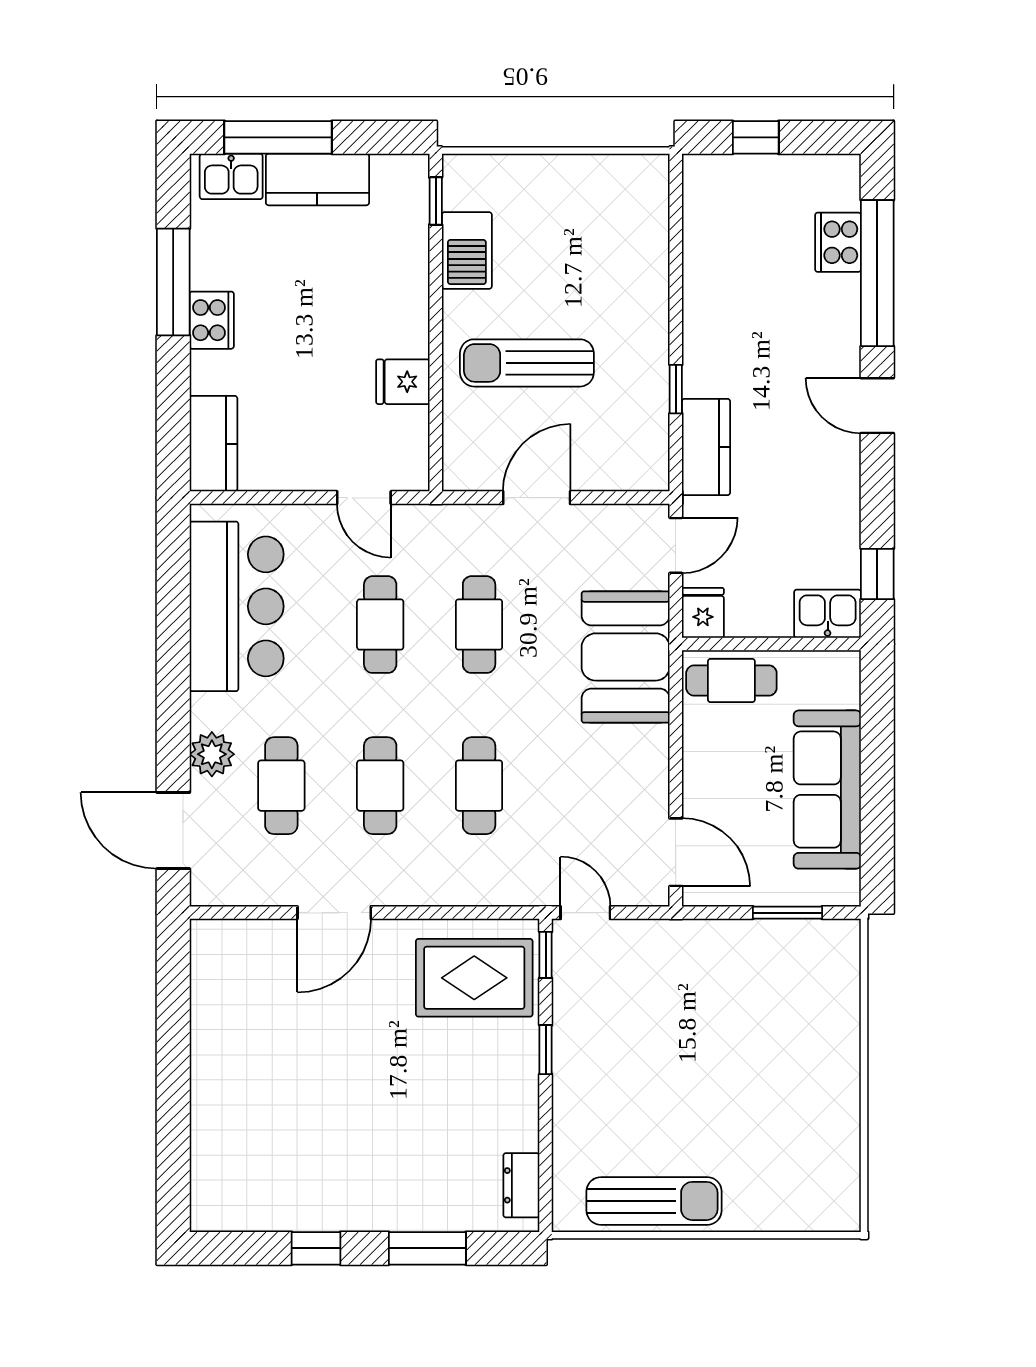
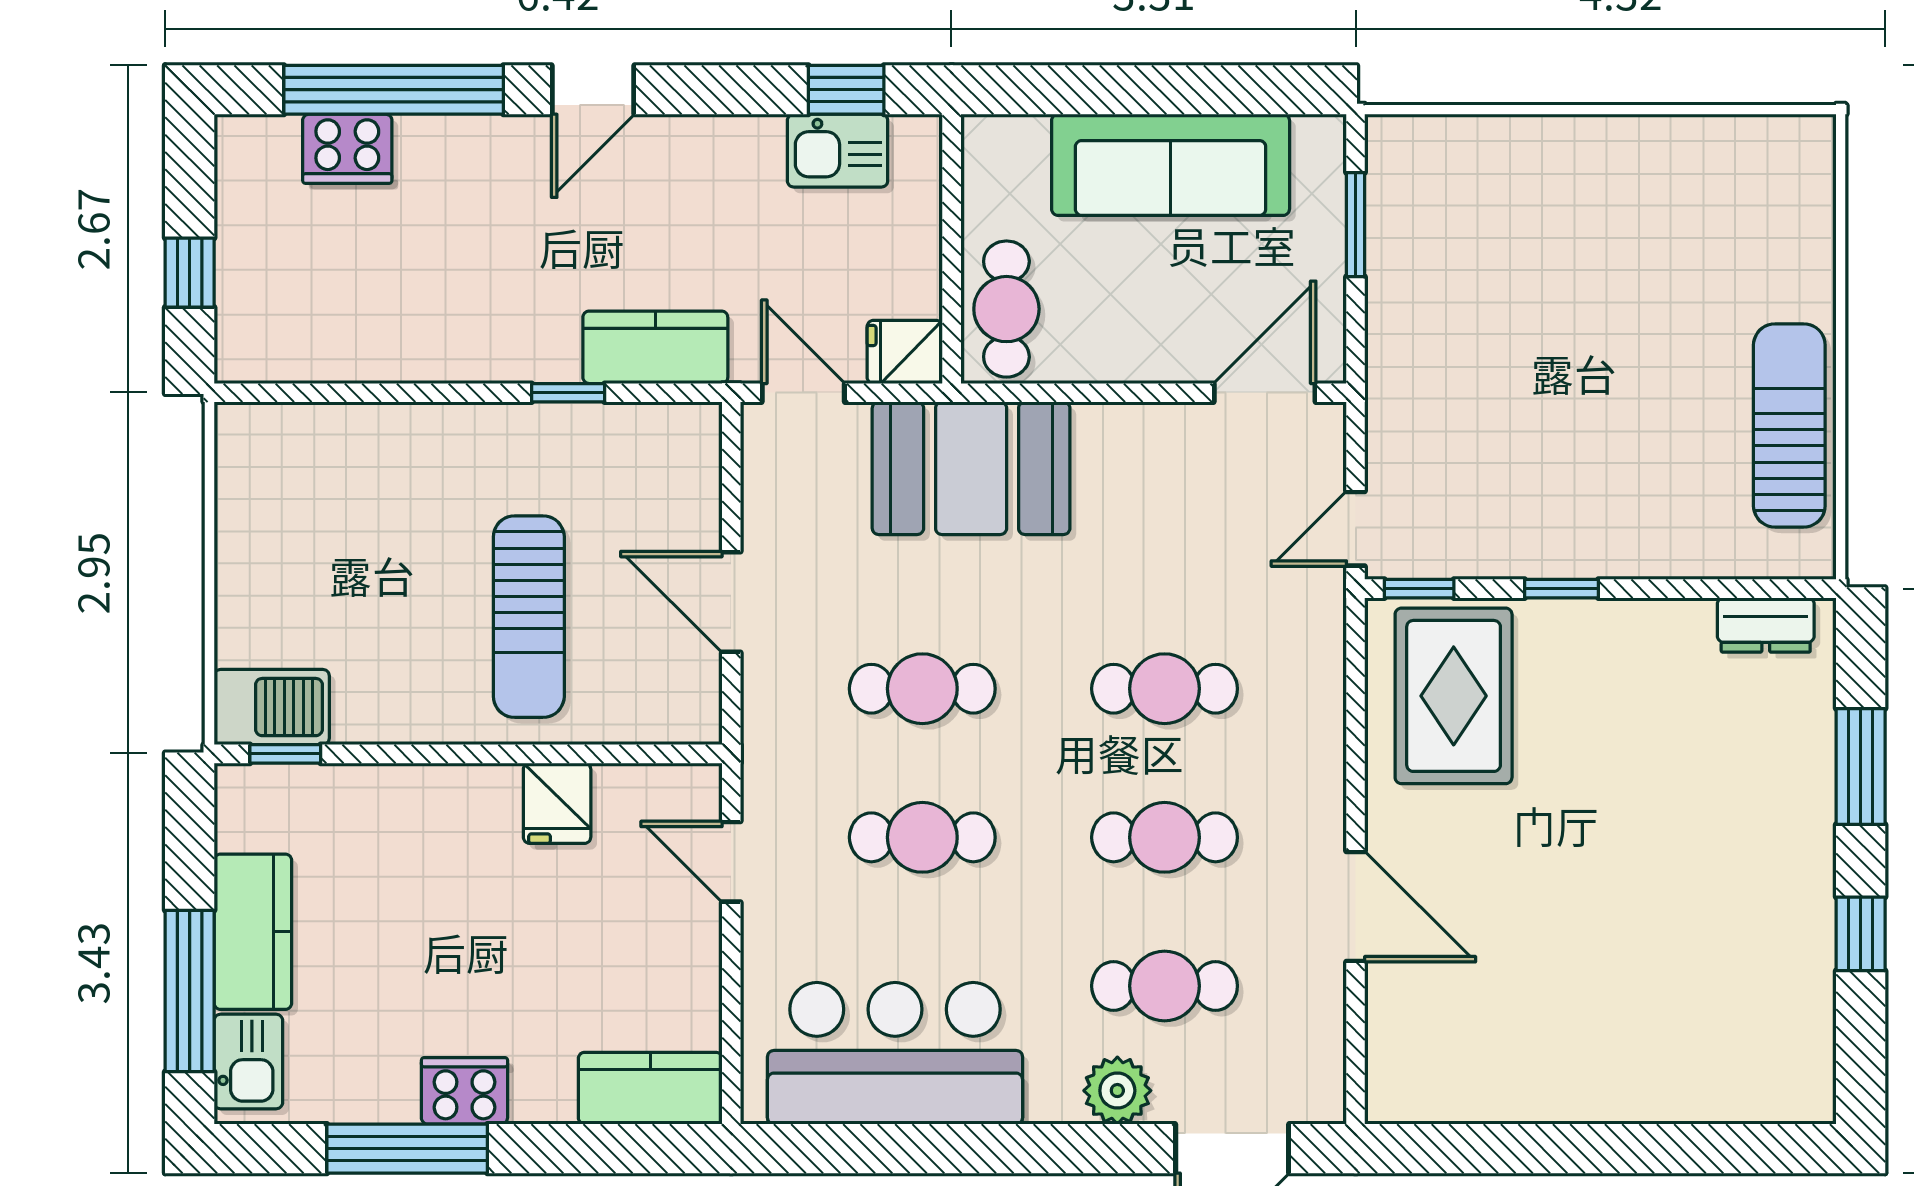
barbecue: (467, 251) -> (272, 707), moved
door: (364, 498) -> (731, 862), swing flipped
kitchen sink: (828, 614) -> (838, 151), moved, turned -90

